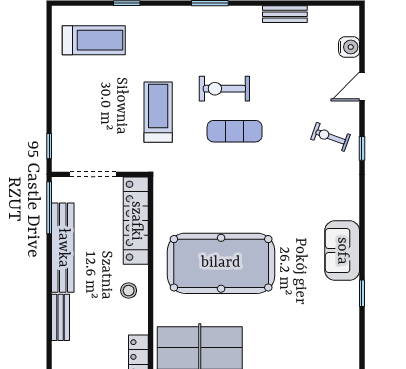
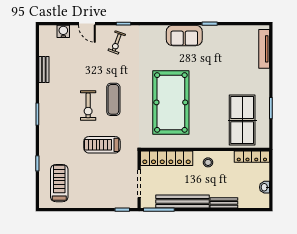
pool table: (221, 263) -> (171, 102), moved

